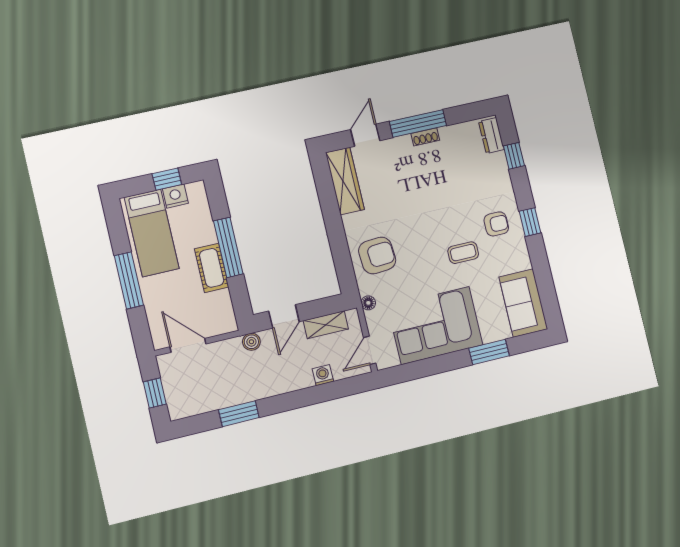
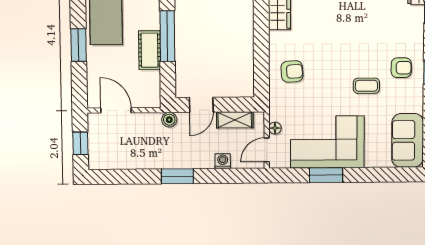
armchair: (377, 255) -> (292, 71), width x0.72, depth x0.72
window: (129, 280) -> (79, 45), width x0.69
floor lamp: (368, 303) -> (275, 128), moved
window: (489, 352) -> (326, 175), moved
window: (239, 414) -> (177, 176), moved

